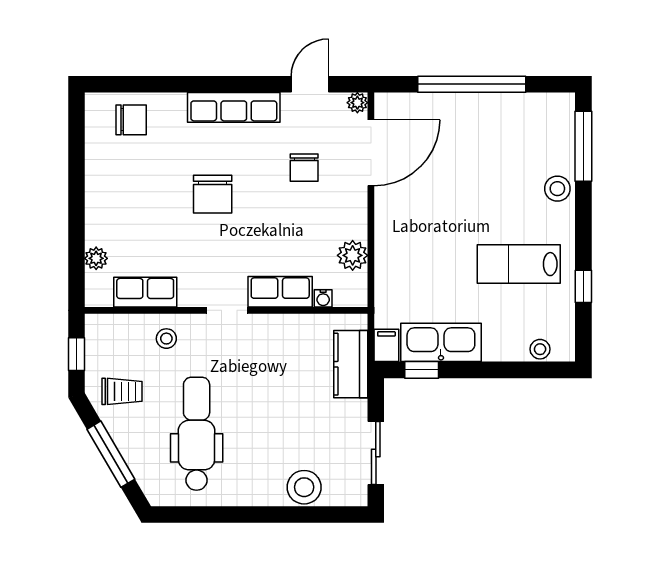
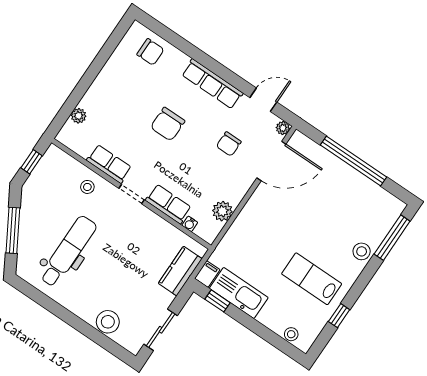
row of seats: (145, 292) -> (109, 164), moved
trolley: (122, 391) -> (43, 200), removed

